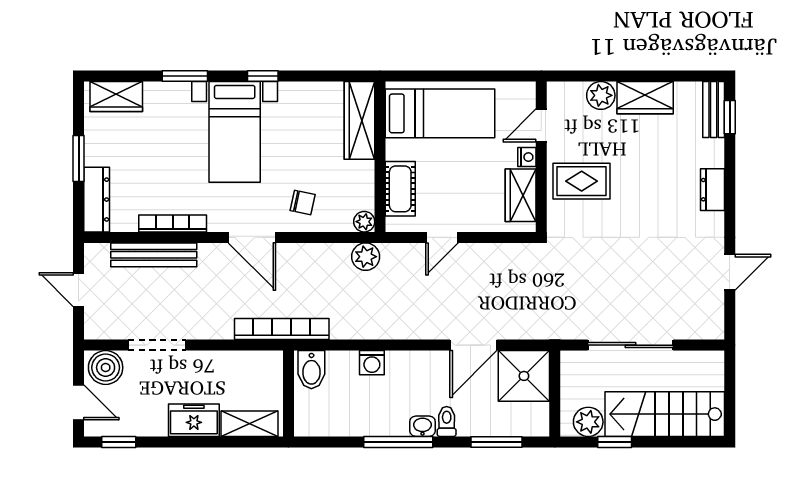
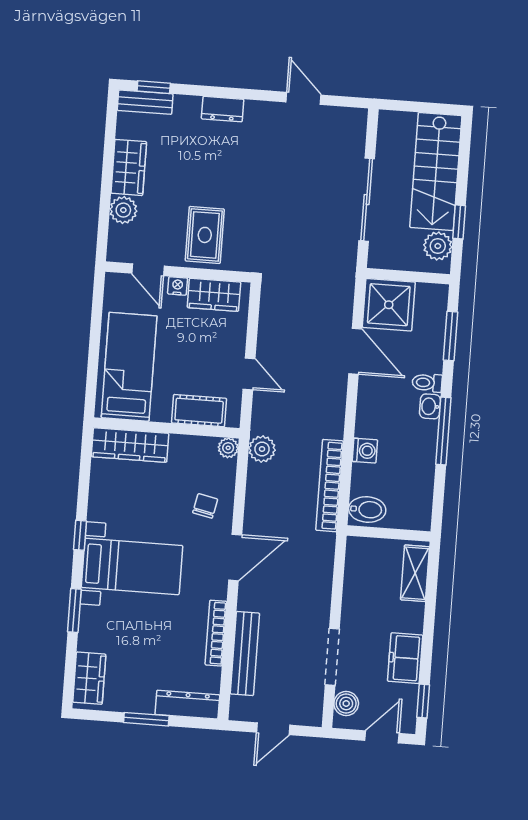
bookcase: (282, 329) -> (330, 486), moved
boiler: (106, 368) -> (346, 703), width x0.73, depth x0.73
freezer: (194, 420) -> (405, 658), moved

